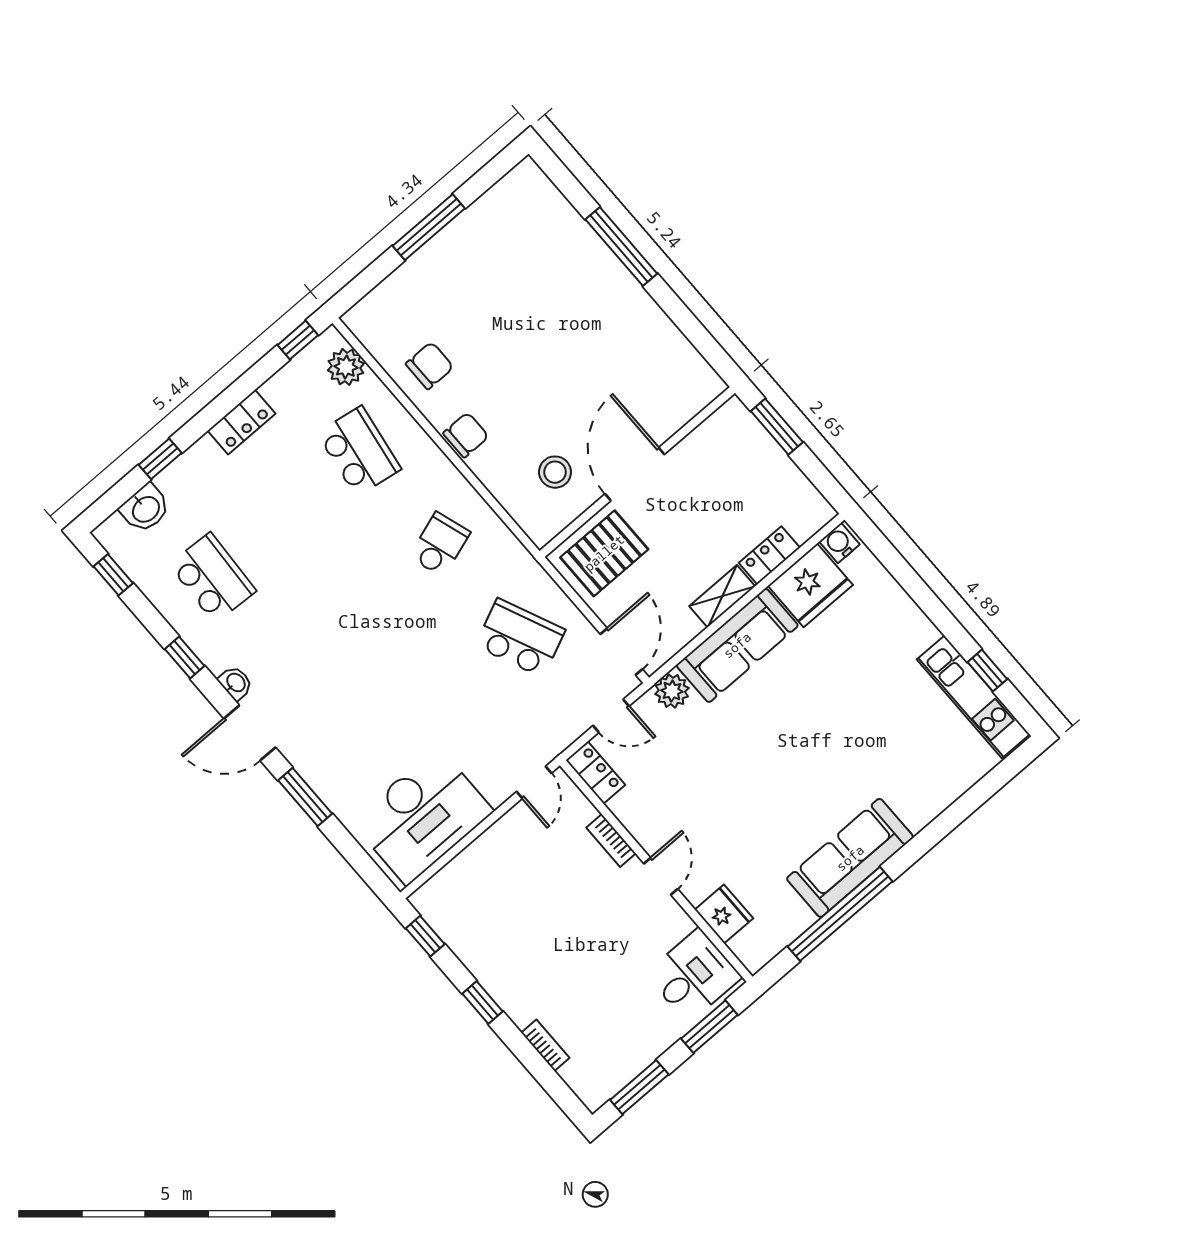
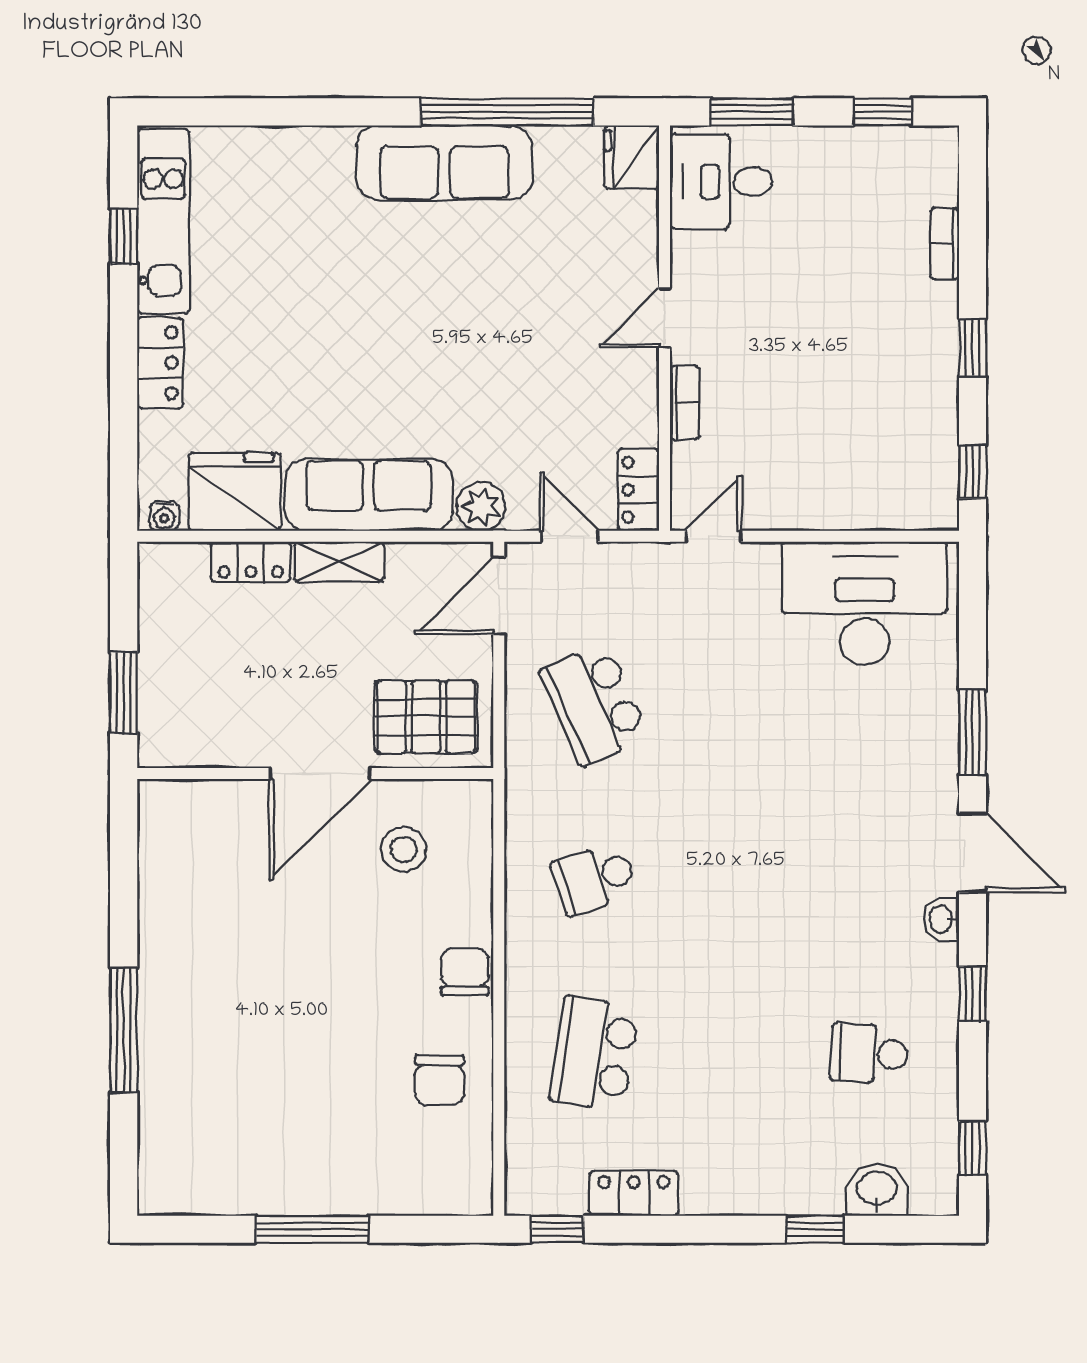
chair: (430, 366) -> (439, 1080), turned -90
plant: (346, 367) -> (531, 1156), removed
locker: (242, 422) -> (634, 1193), moved
chair: (466, 435) -> (465, 972), turned 90
water cooler: (839, 543) -> (164, 516), width x0.72, depth x0.72
school desk: (212, 578) -> (869, 1053), width x0.54
locker: (910, 620) -> (160, 363), added
fridge: (724, 914) -> (632, 157), moved
window: (639, 1087) -> (883, 112), width x0.67

